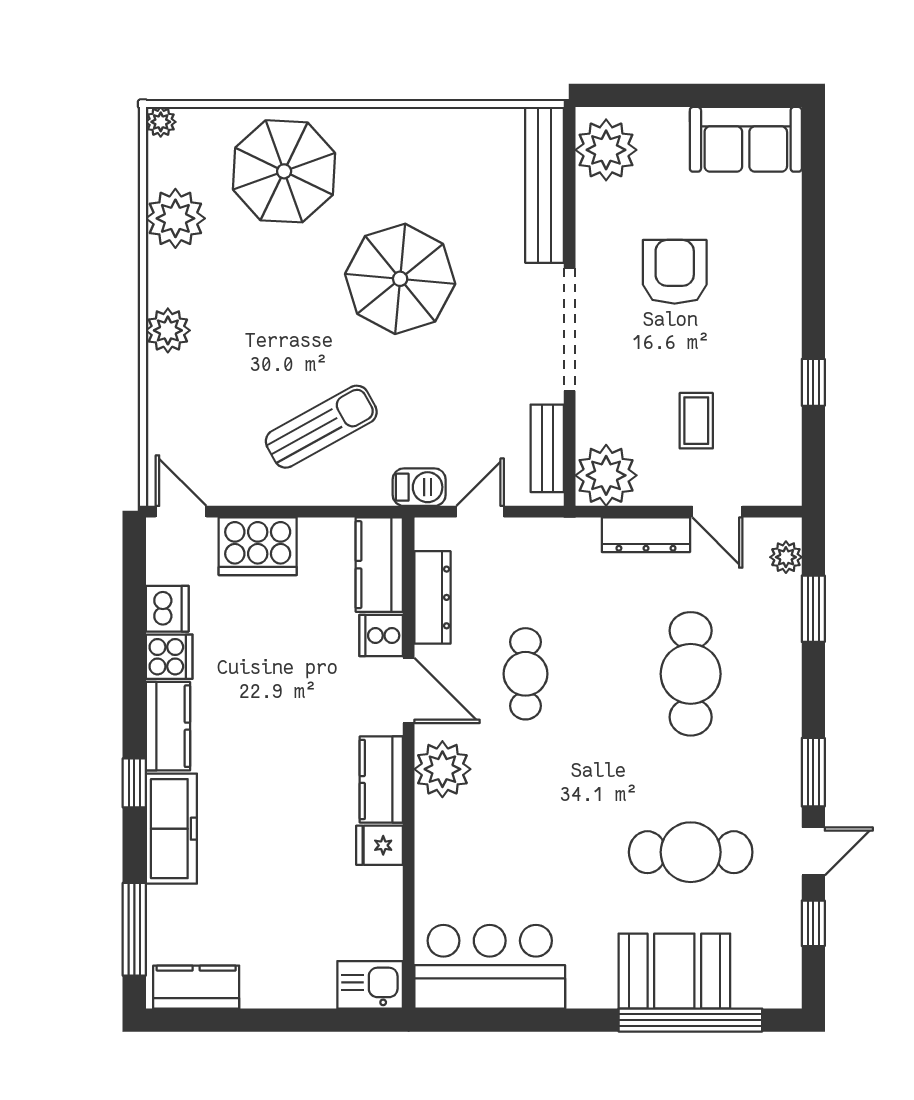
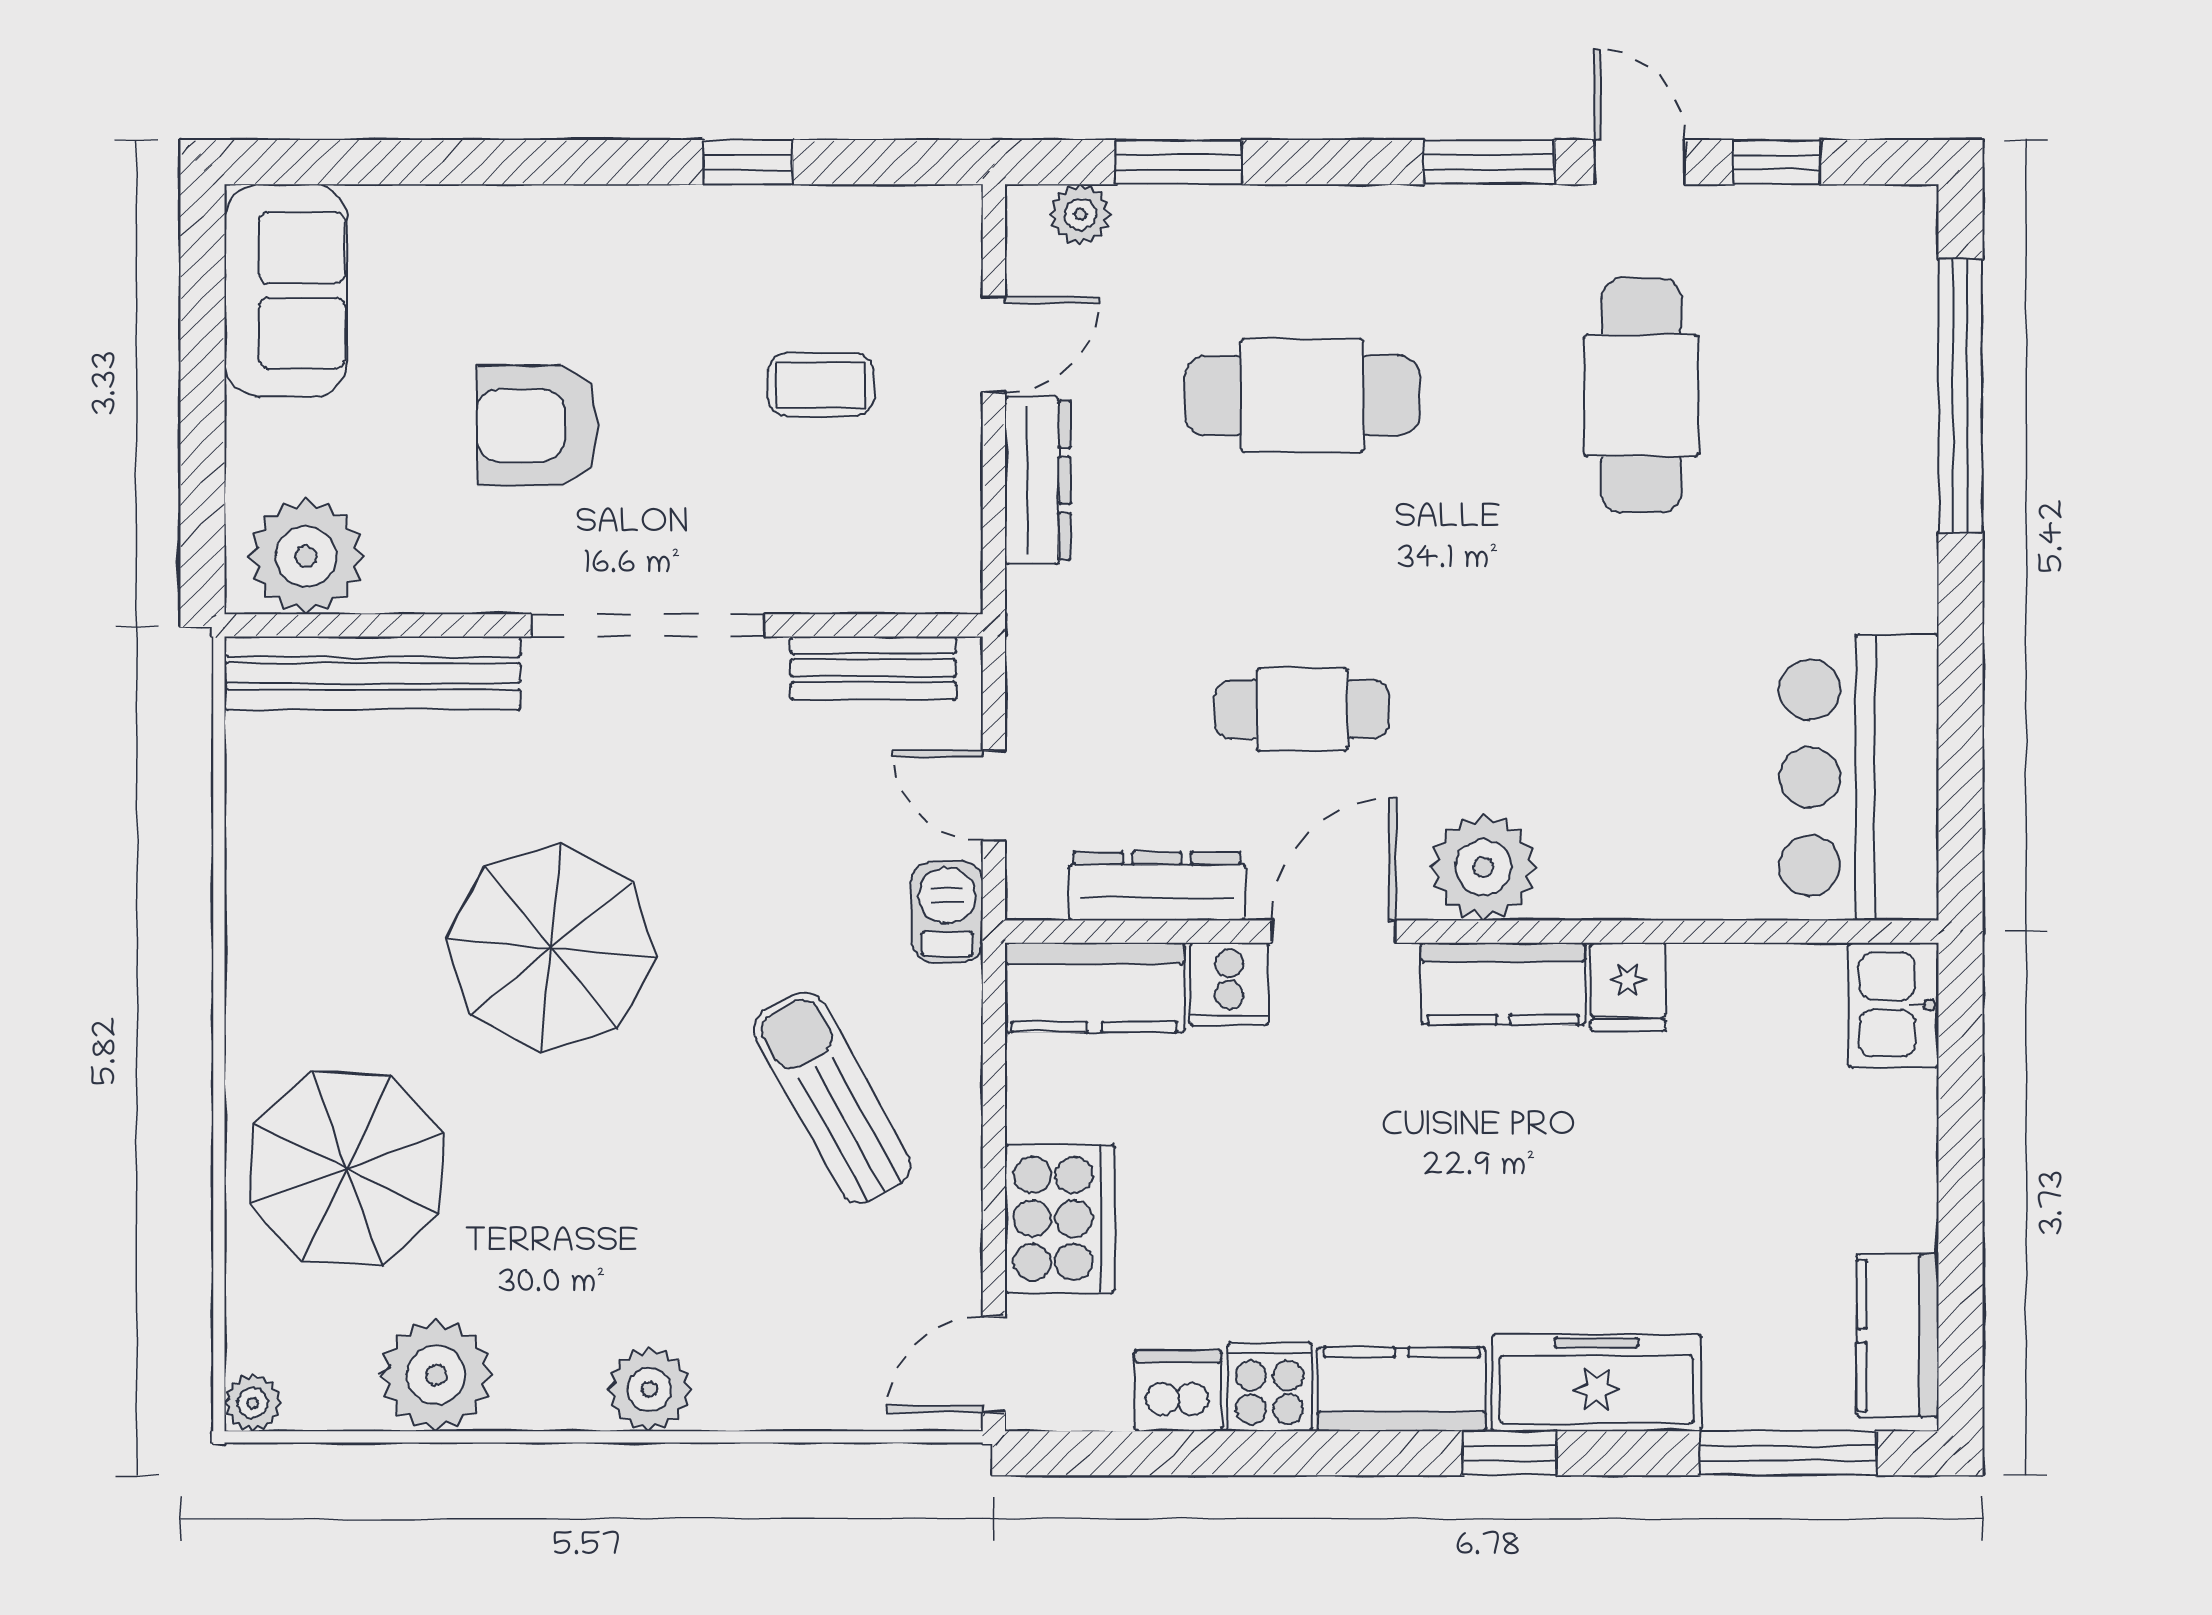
plant: (606, 475) -> (925, 556), removed
booth: (674, 971) -> (1867, 426), removed

